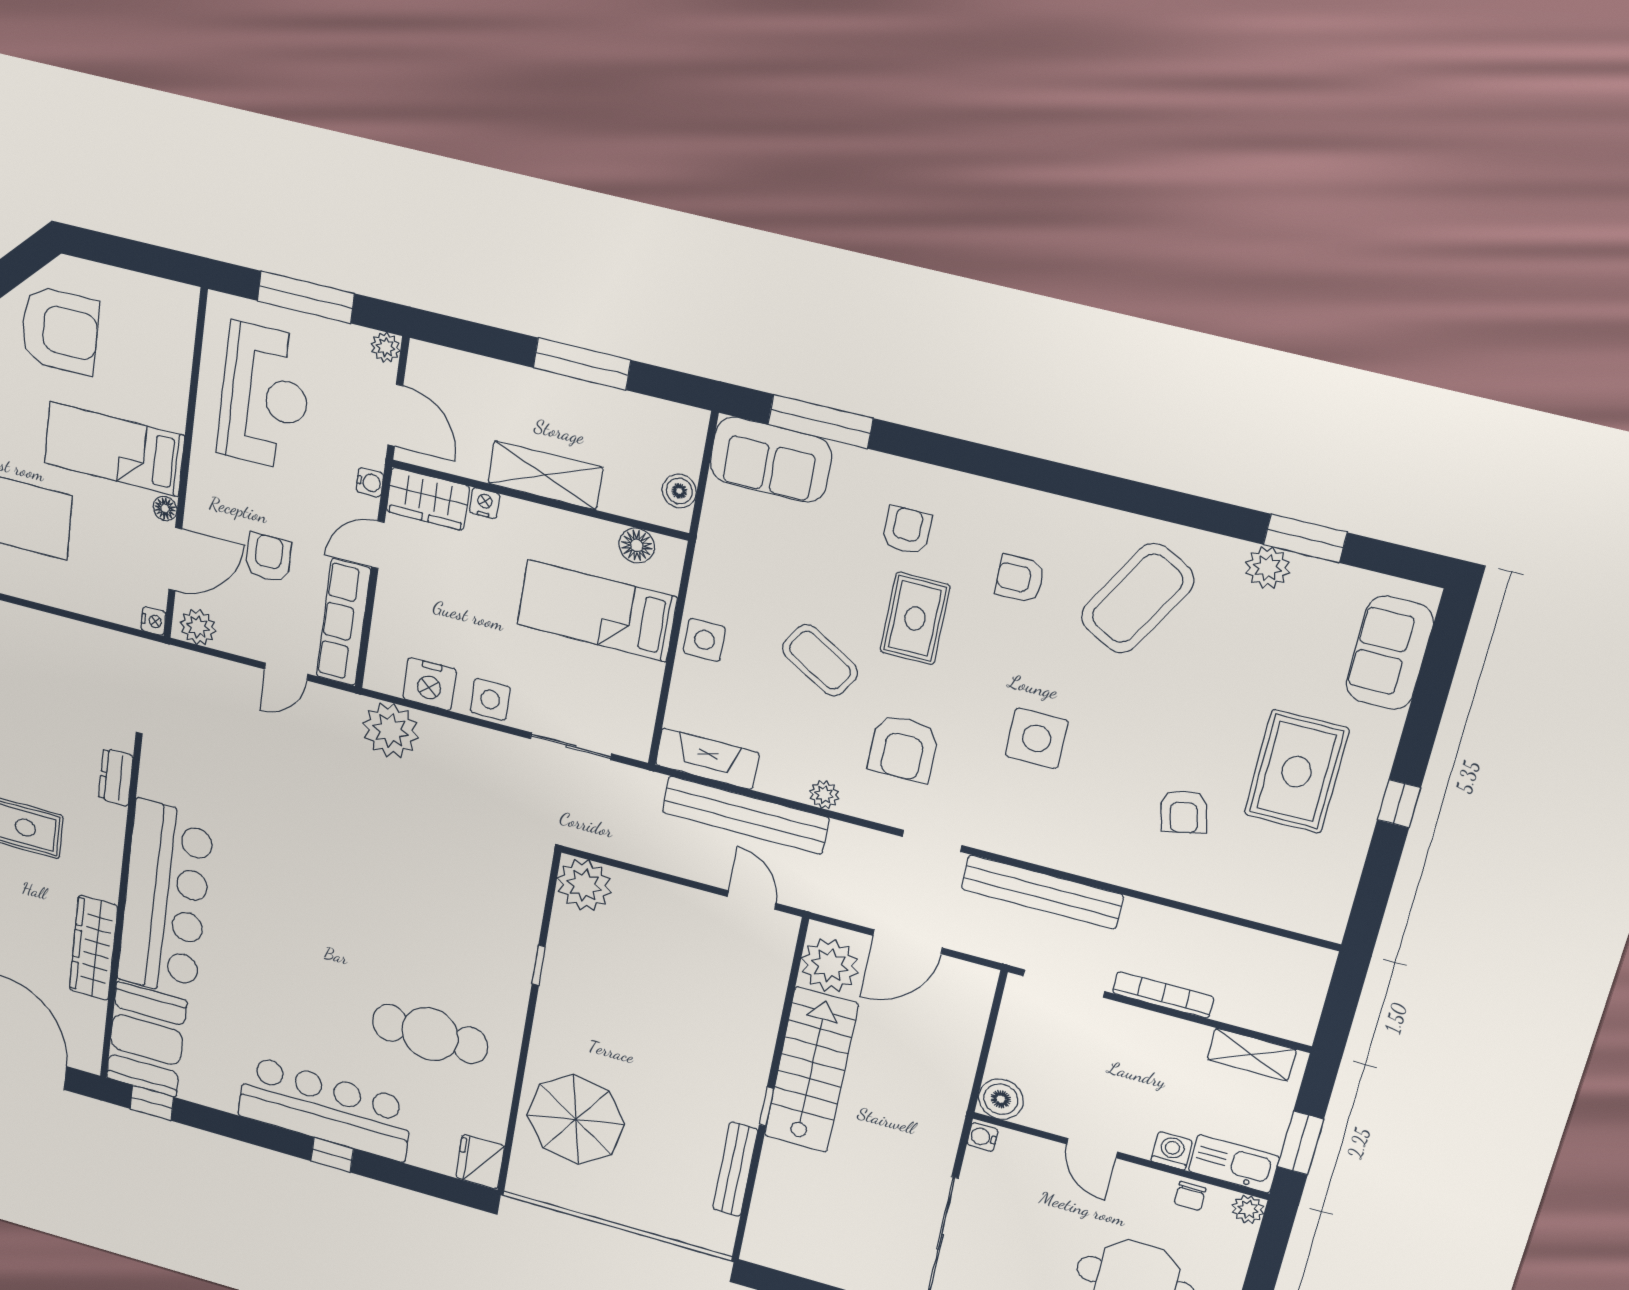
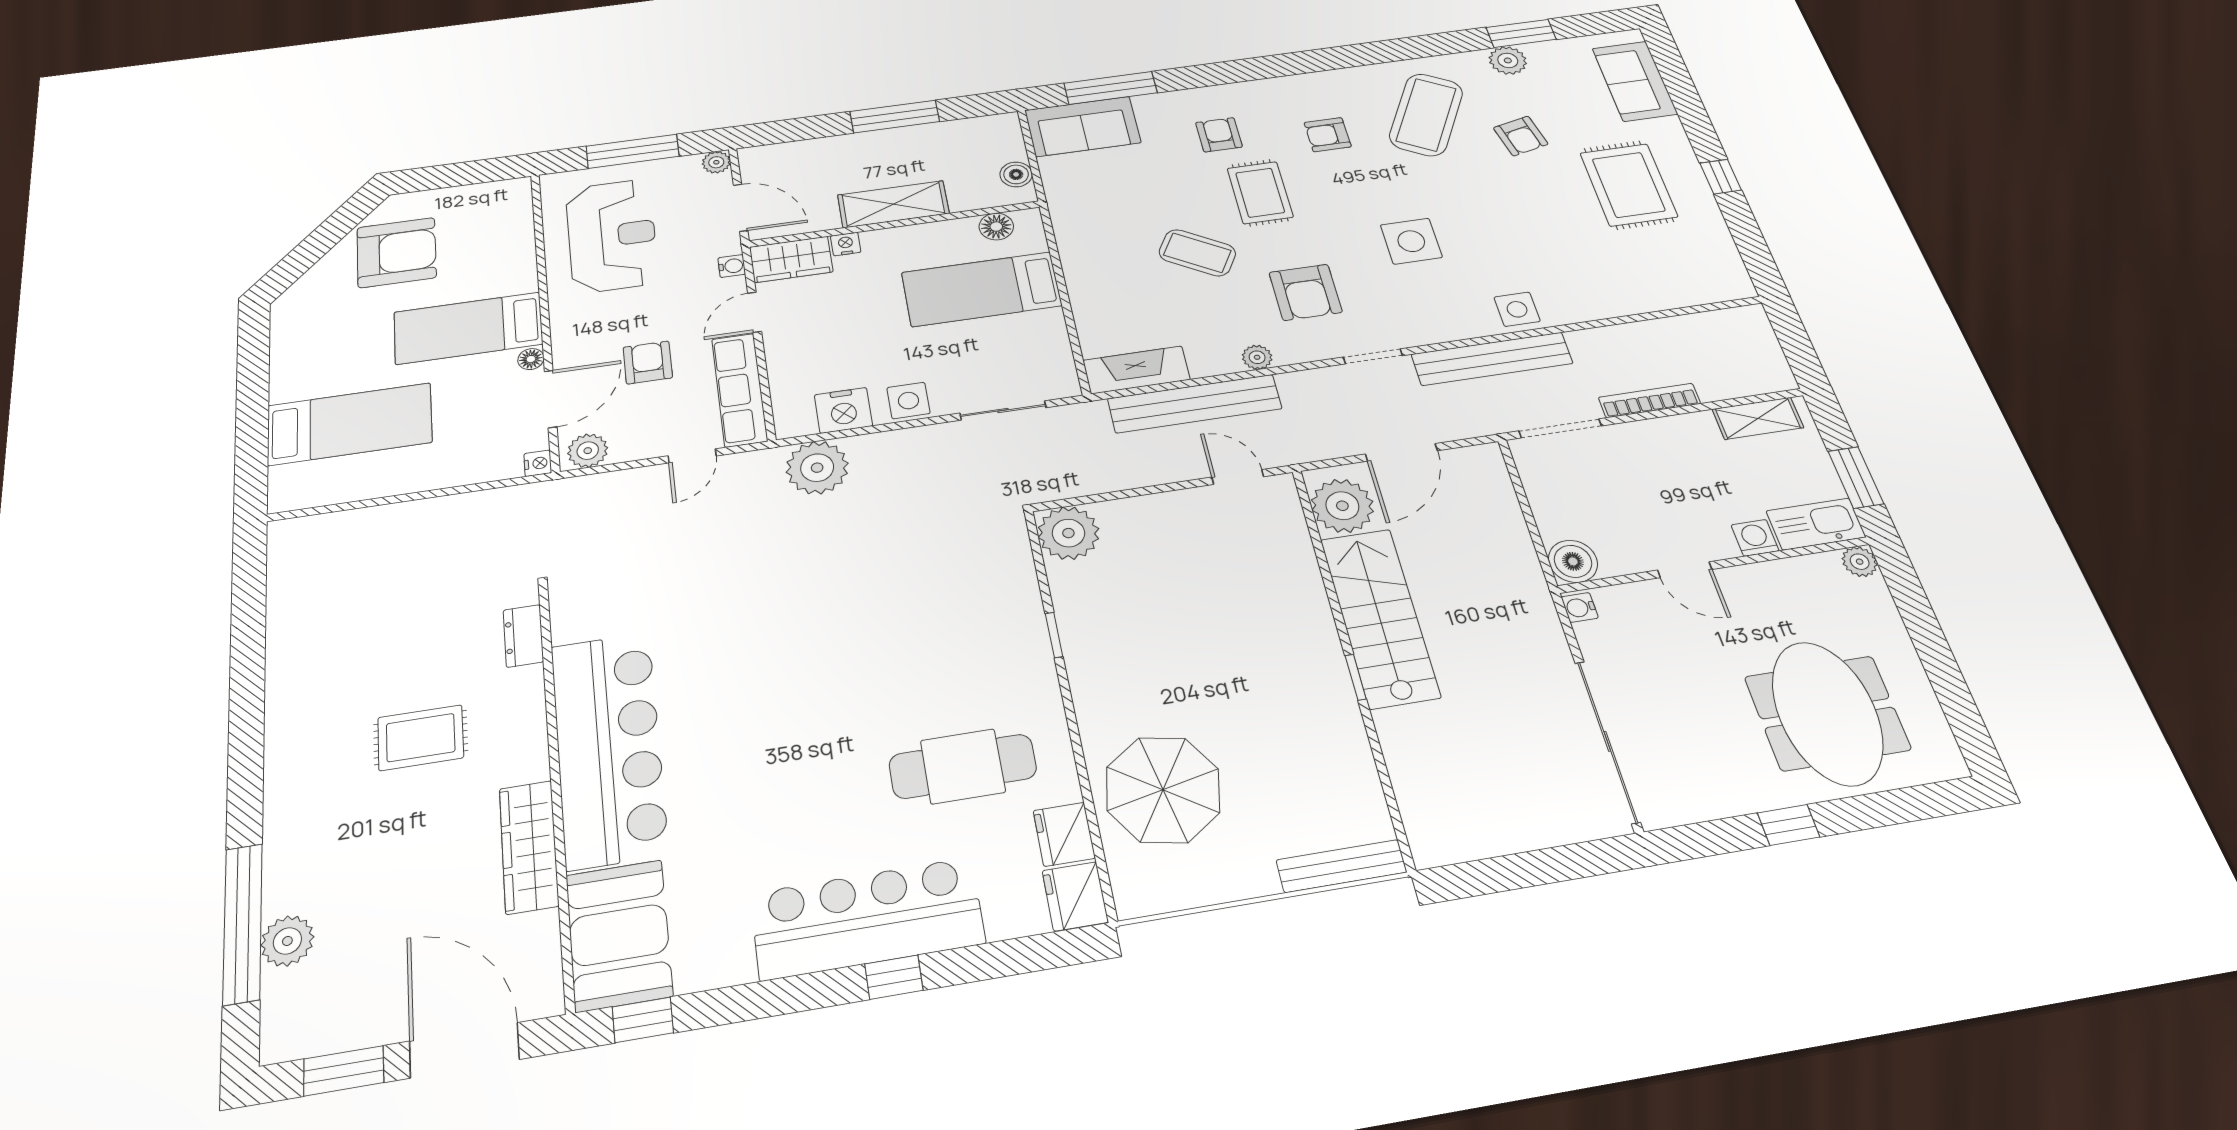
side table: (704, 640) -> (1517, 309), moved
armchair: (1184, 812) -> (1521, 136), moved
fridge: (488, 1117) -> (1064, 834), added
bench: (735, 1169) -> (1341, 866), moved, turned 90
chair: (1190, 1196) -> (1802, 574), removed

